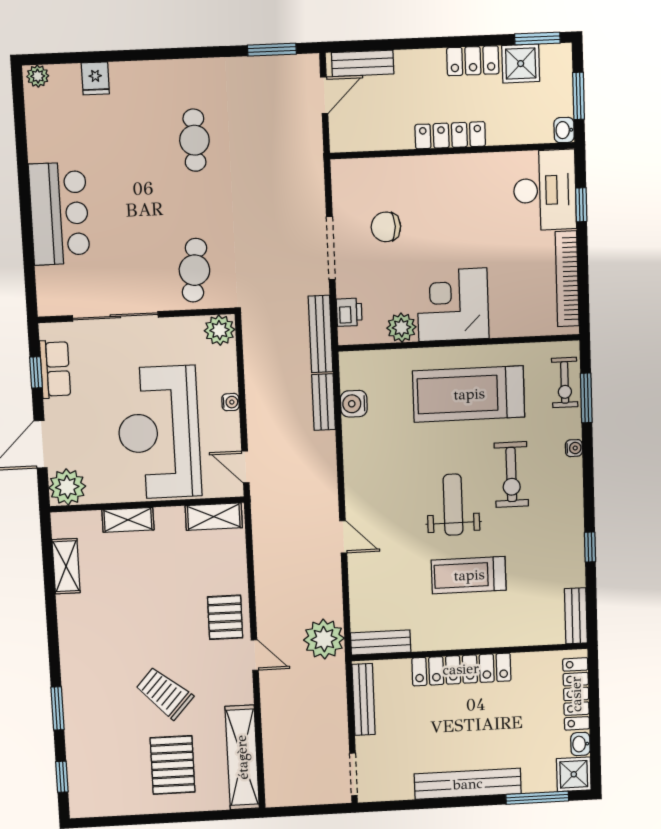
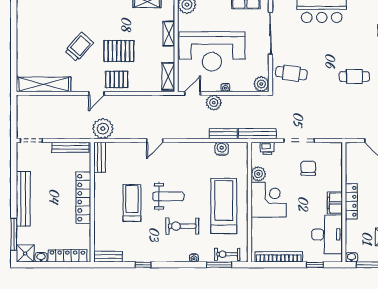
filing cabinet: (455, 169) -> (335, 203), added
desk: (545, 190) -> (327, 234), moved, turned -90
plant: (262, 424) -> (214, 103), added
reception desk: (159, 432) -> (212, 51), turned 180
pallet: (173, 765) -> (119, 51), moved

